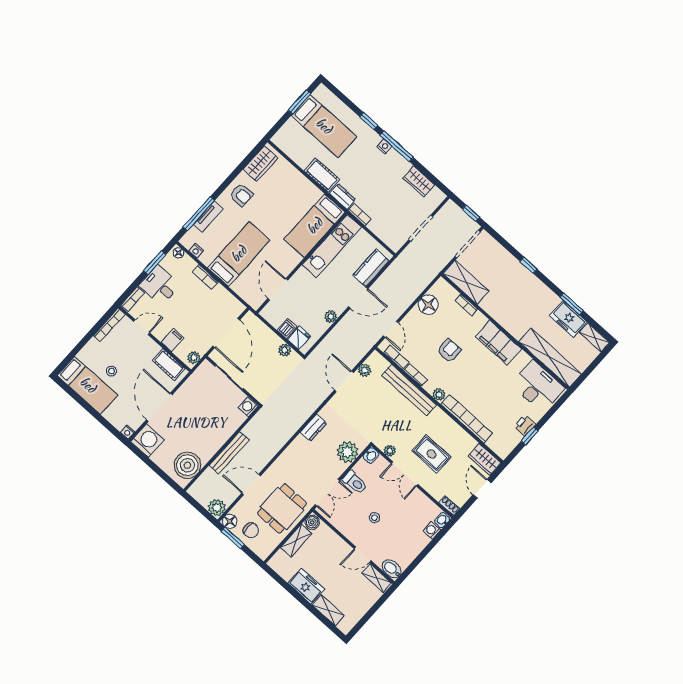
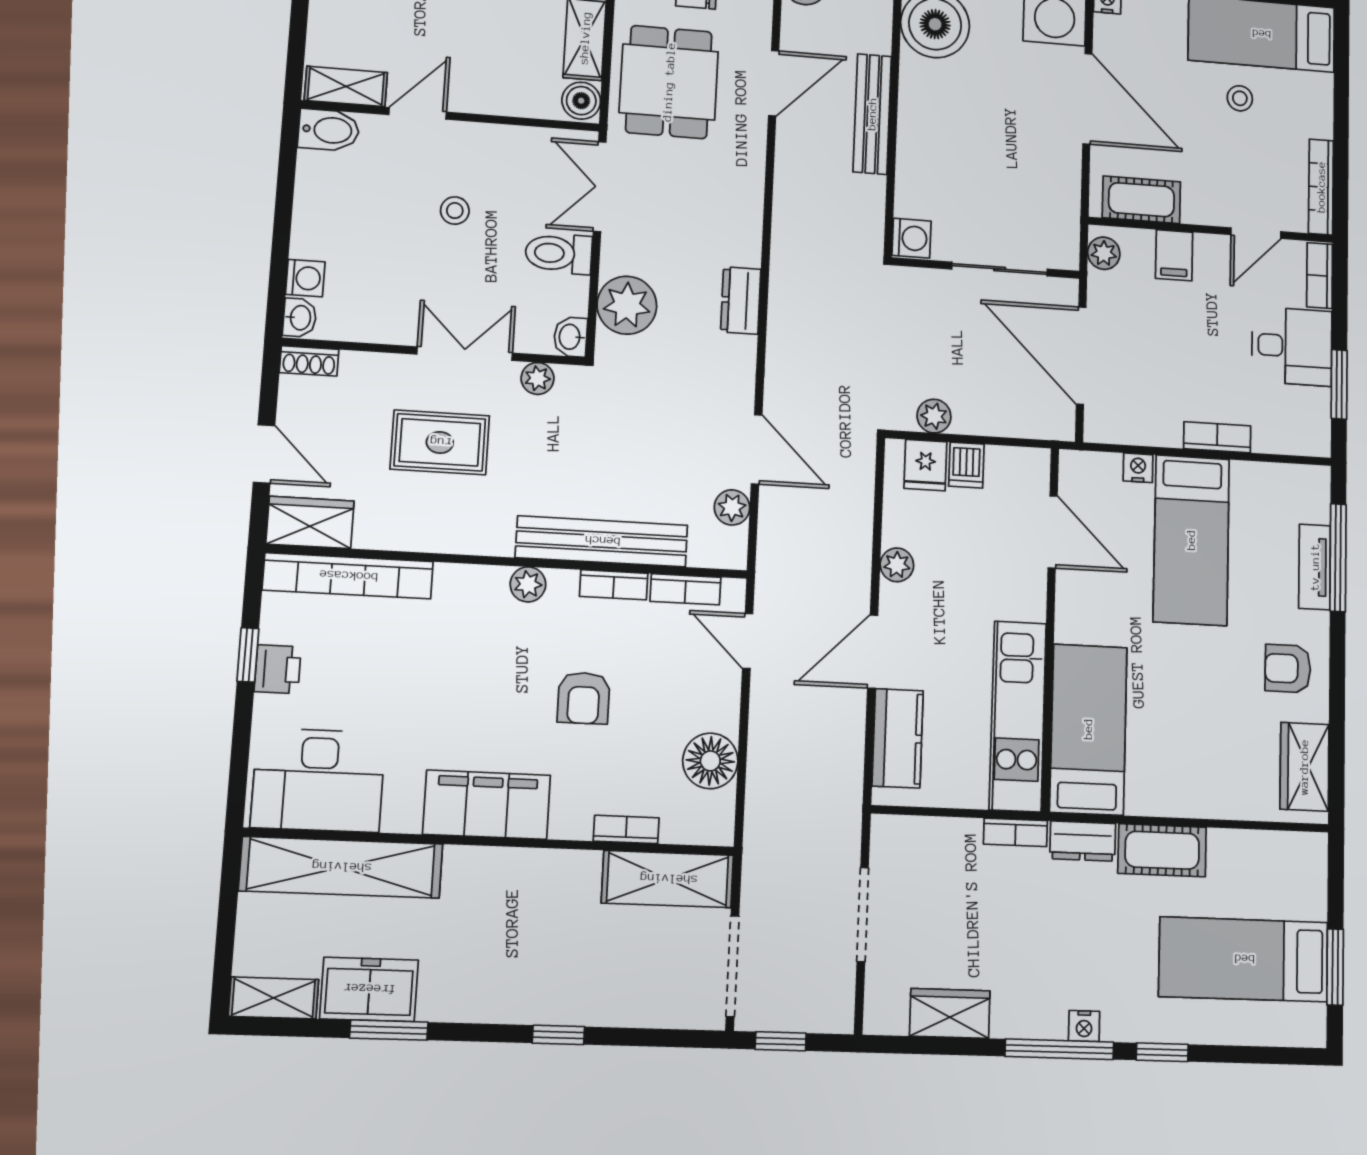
nightstand: (196, 251) -> (1138, 468), moved
floor lamp: (178, 253) -> (1311, 443), removed
bookcase: (466, 419) -> (348, 576), moved

